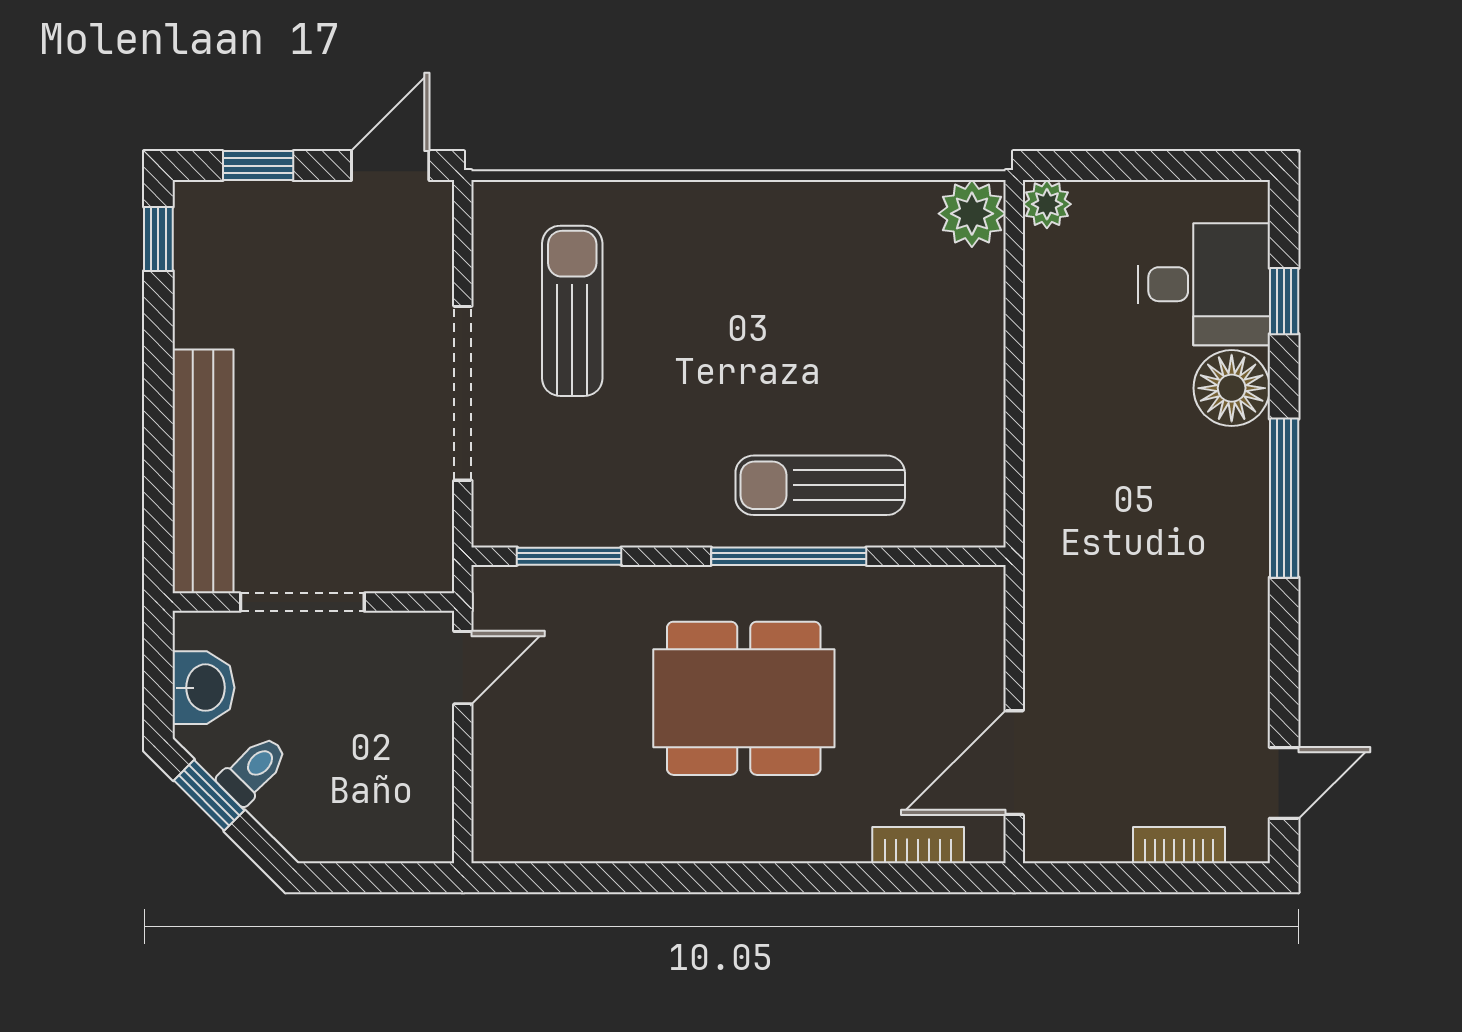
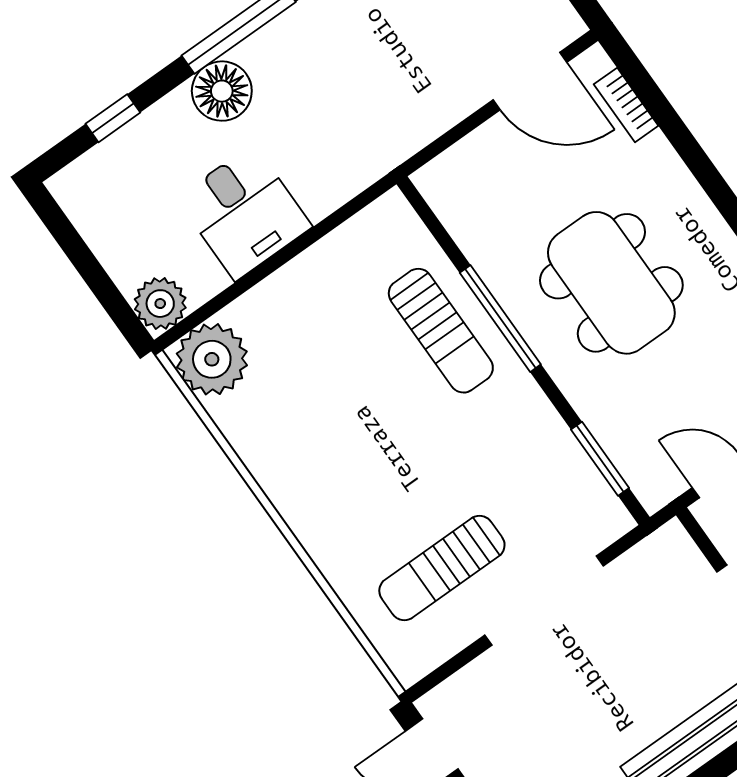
plant: (1047, 204) -> (160, 304), width x1.38, depth x1.38
plant: (972, 214) -> (212, 359), width x1.36, depth x1.36
desk: (1204, 284) -> (244, 212), moved, turned 180
floor lamp: (1232, 388) -> (222, 91), moved

